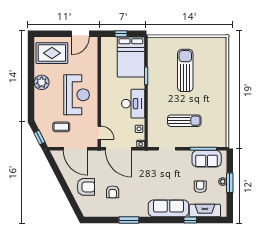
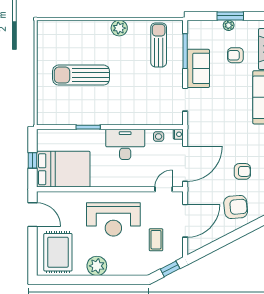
bed: (131, 57) -> (63, 169), moved
reception desk: (77, 95) -> (113, 219), turned 180
plant: (221, 99) -> (119, 28), added
sun lounger: (184, 121) -> (159, 45), moved
sofa: (207, 159) -> (198, 68), moved
armchair: (86, 187) -> (236, 207), turned 85

